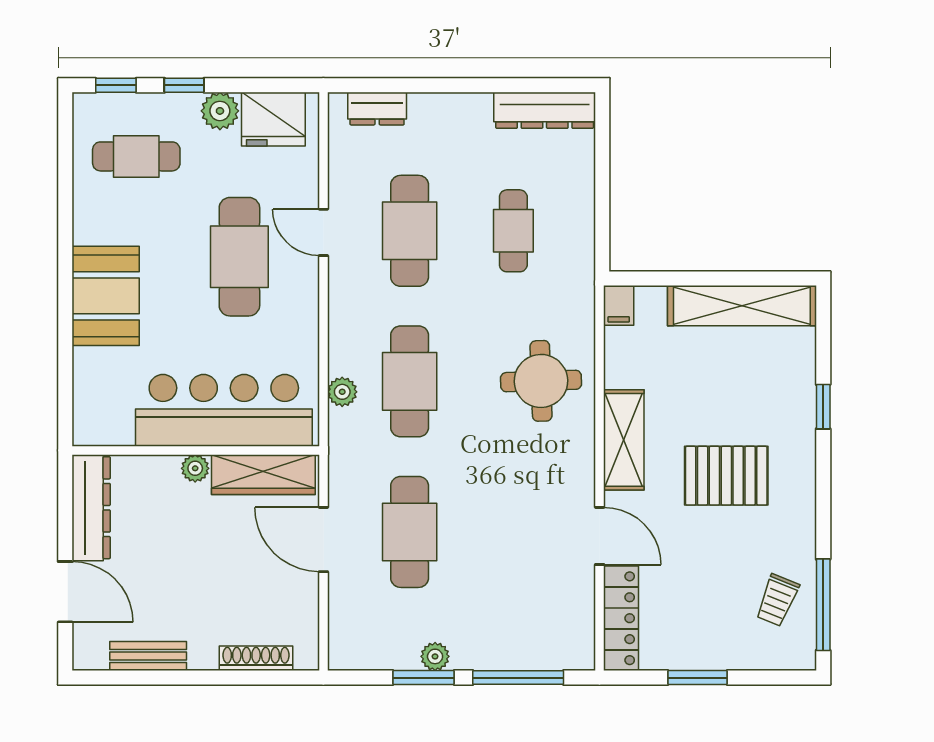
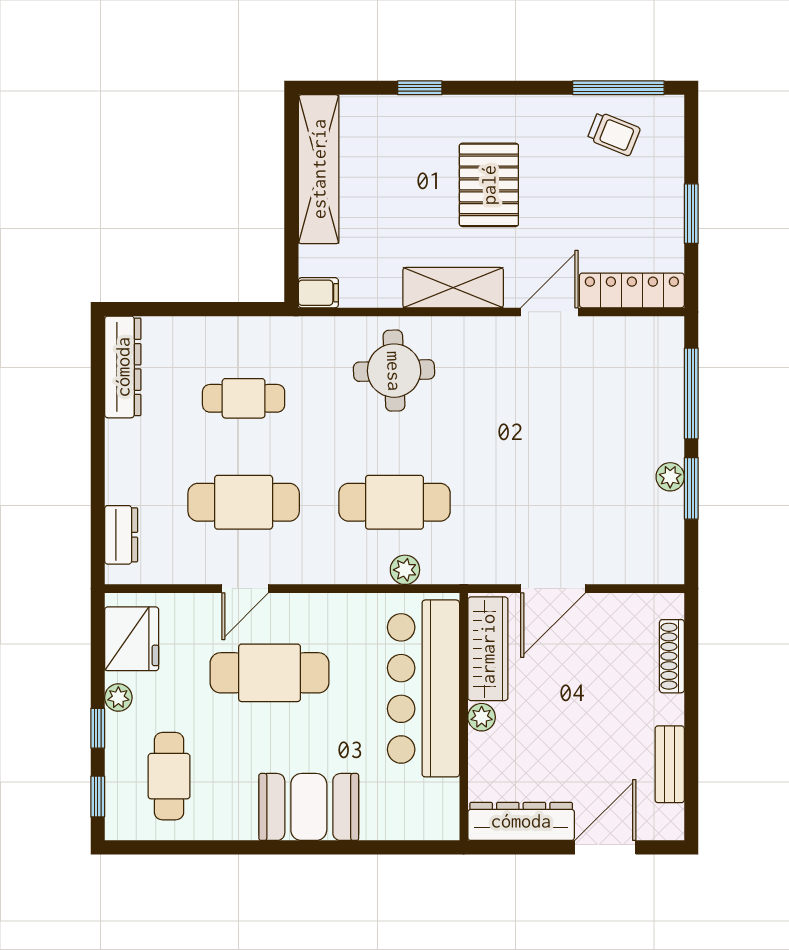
plant: (220, 111) -> (118, 698), width x0.73, depth x0.73
cafe table: (410, 532) -> (545, 502), removed

